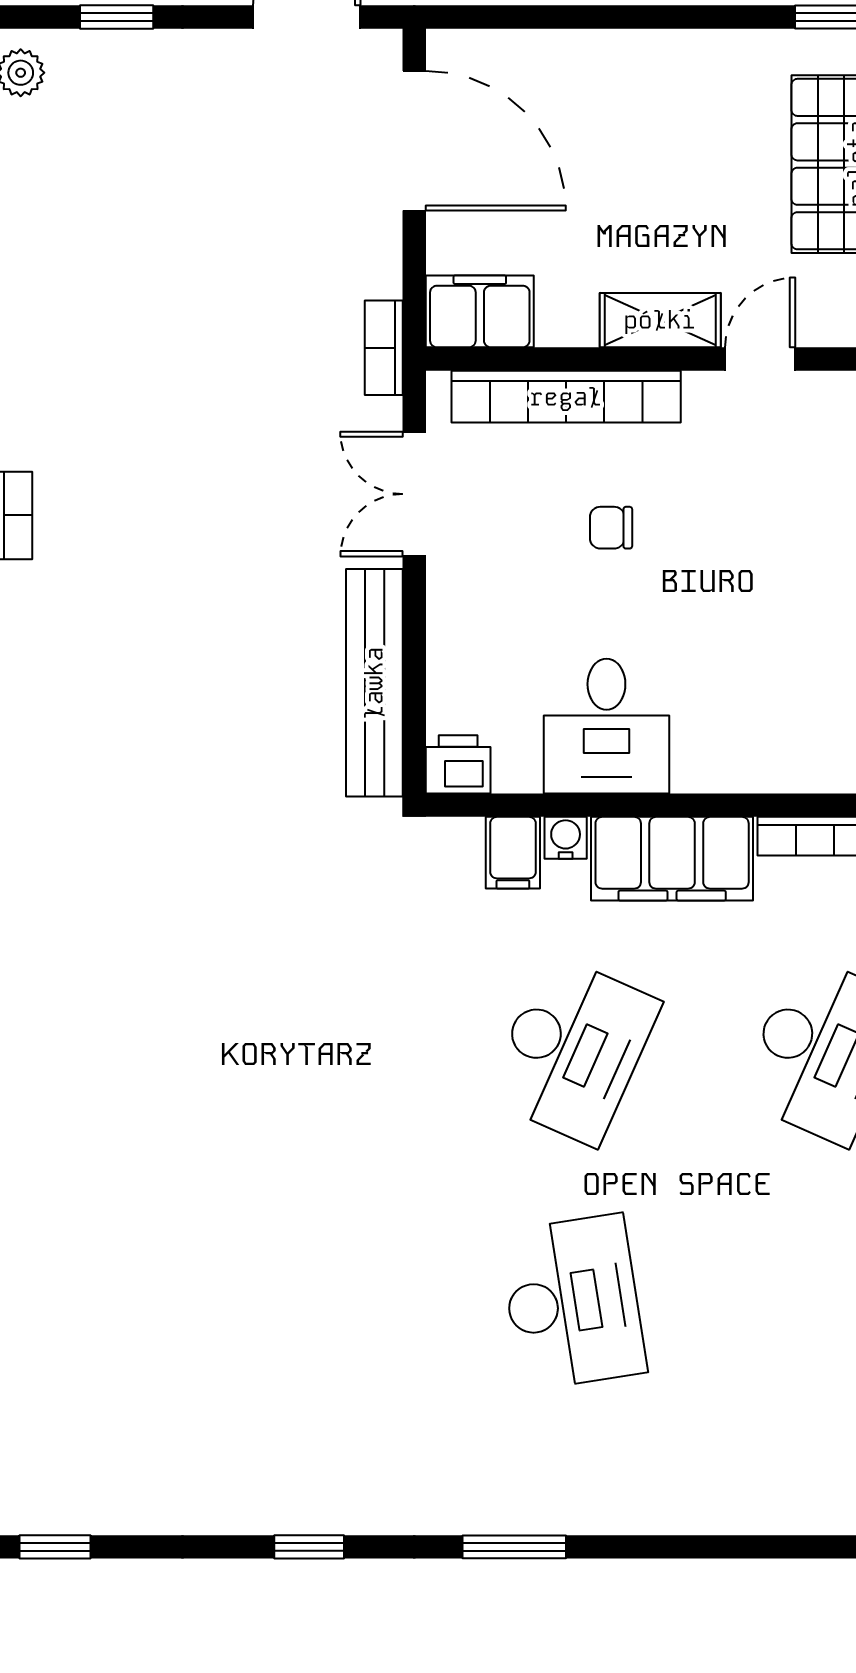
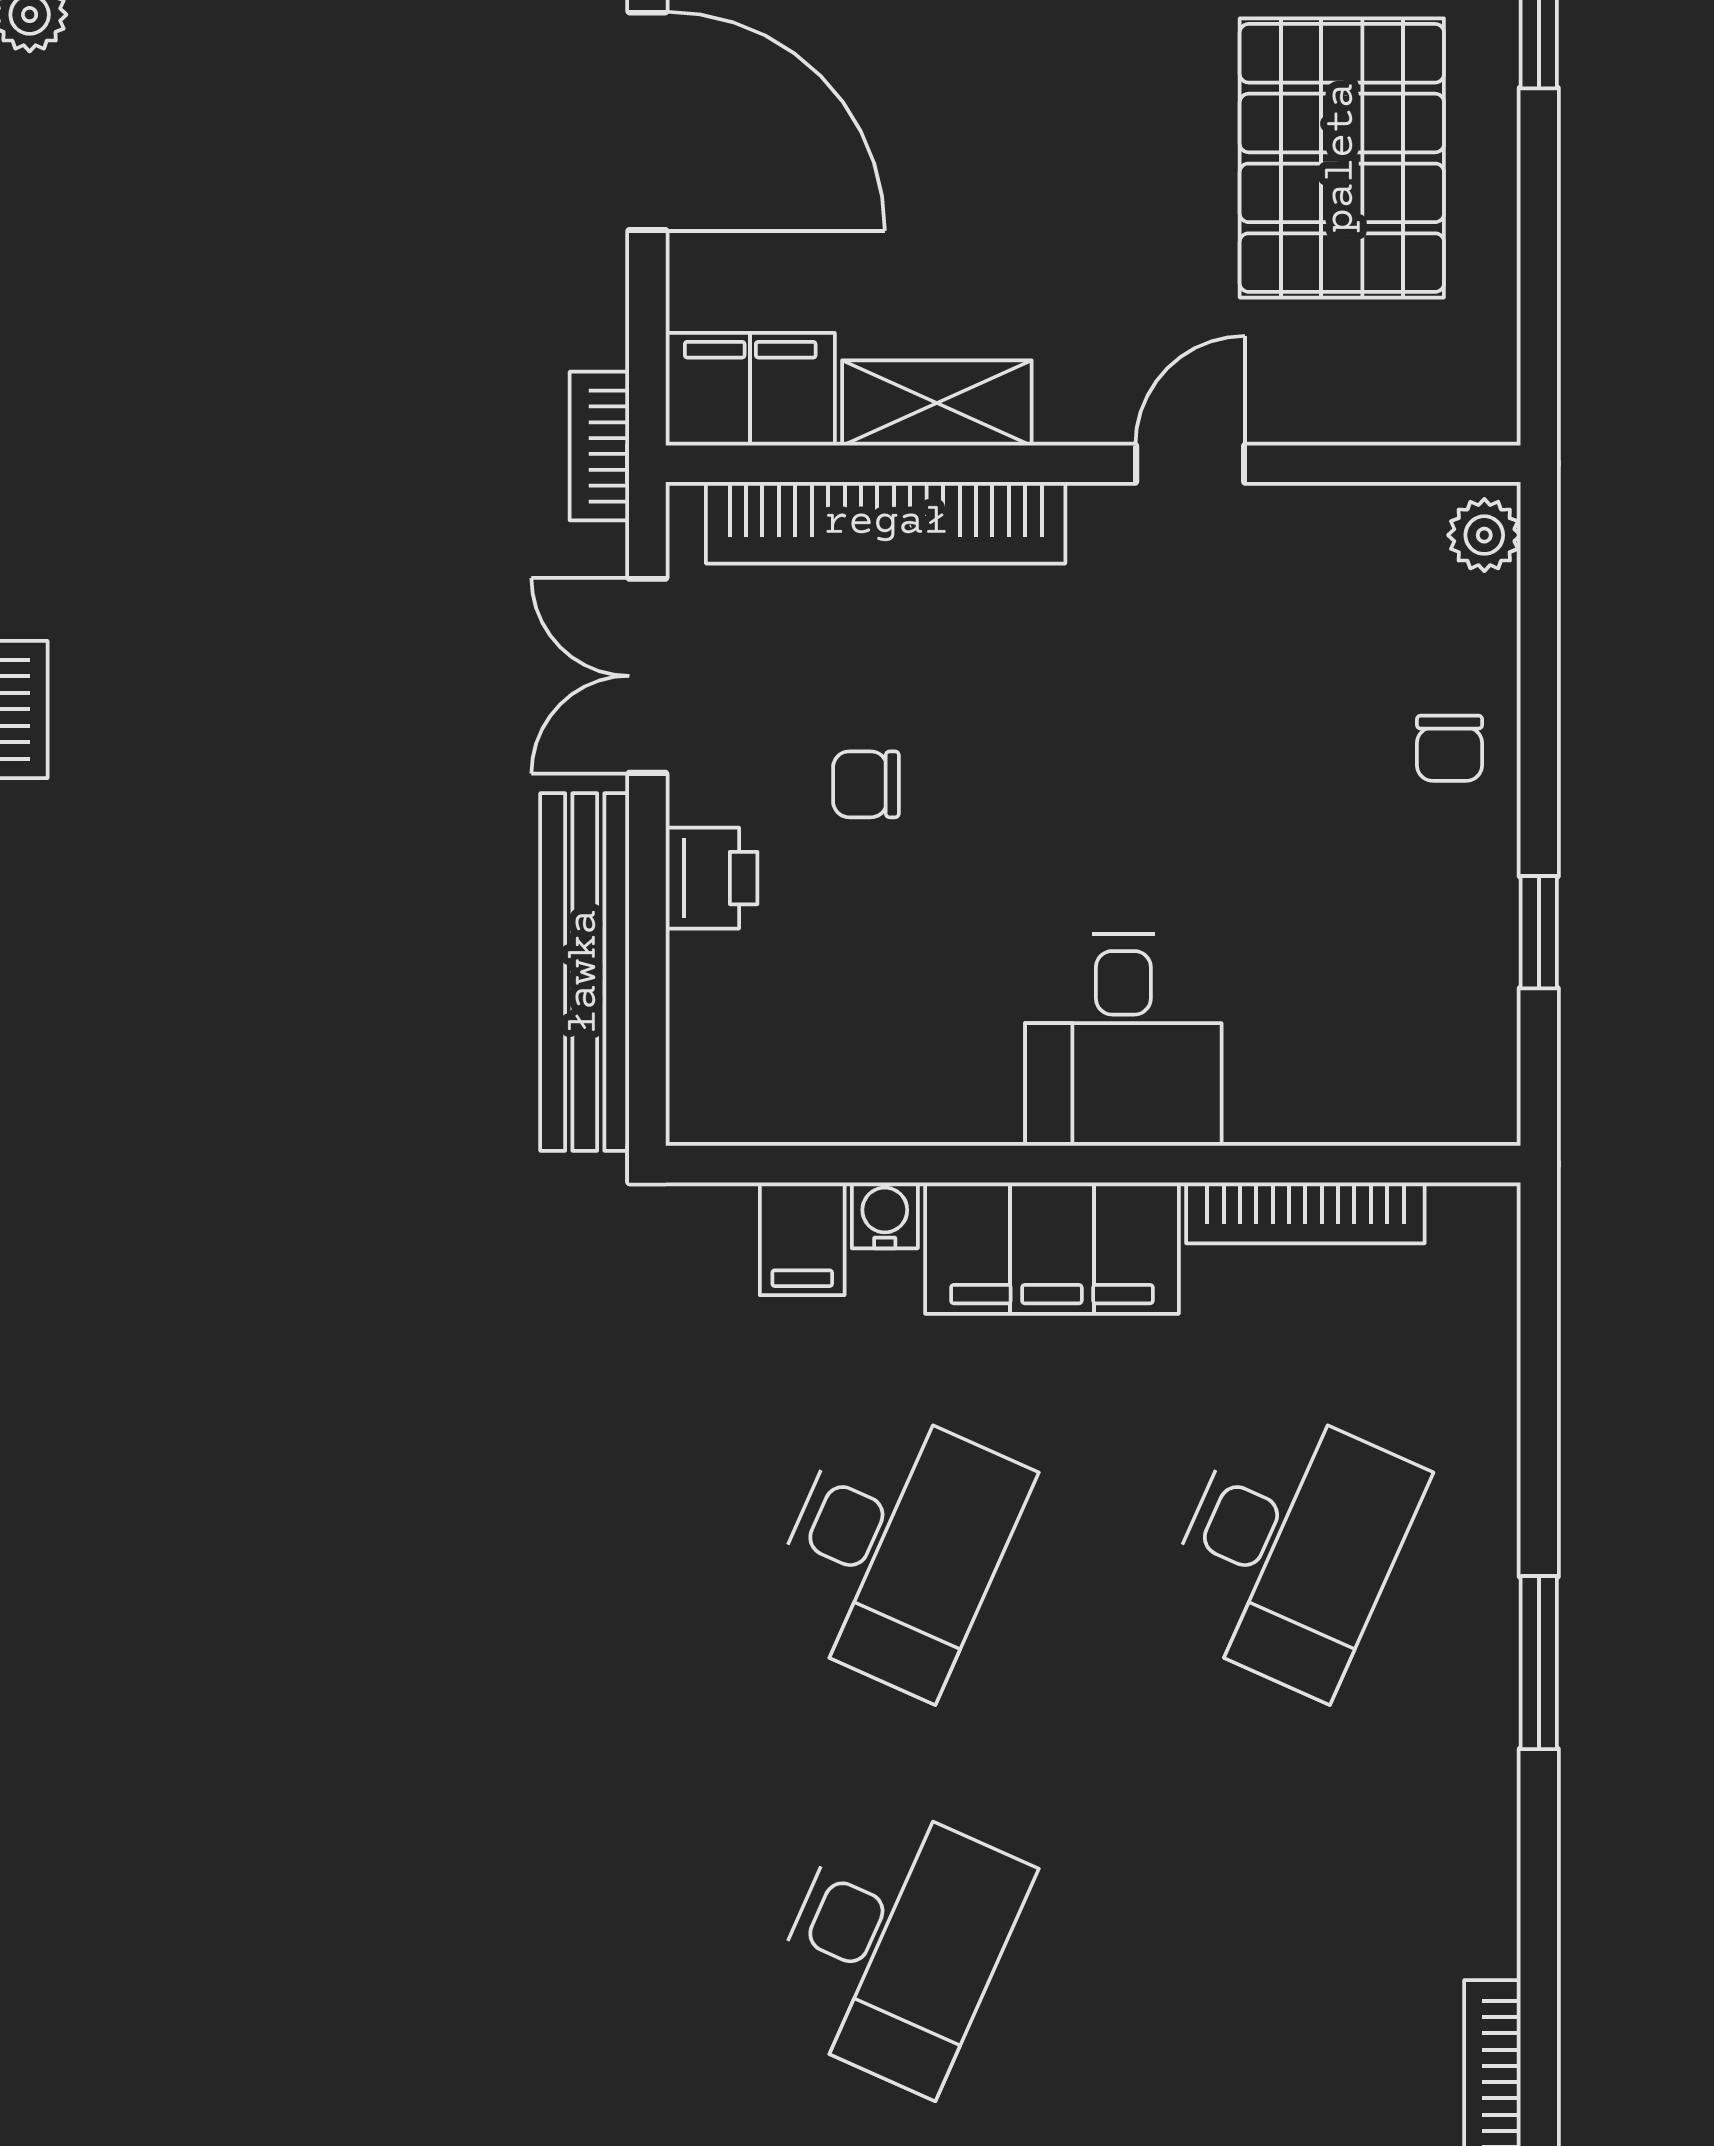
shelving: (660, 320) -> (937, 403), moved
chair: (611, 528) -> (866, 784), moved
desk: (606, 726) -> (1123, 1040), moved
printer: (458, 764) -> (711, 878), moved, turned 90
desk: (573, 1302) -> (896, 1944), turned 33

